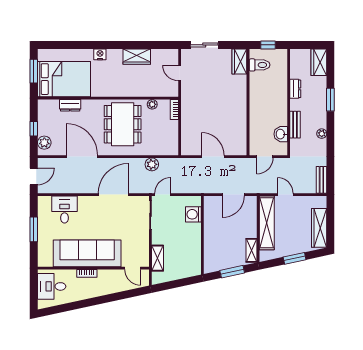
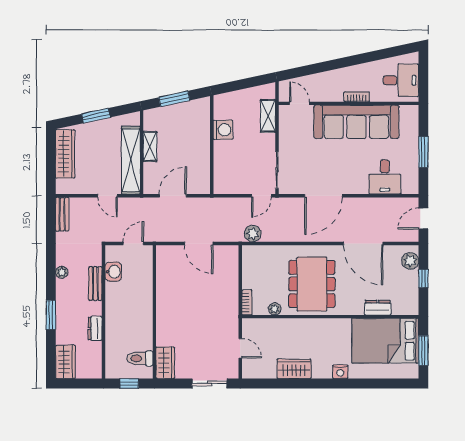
plant: (152, 164) -> (253, 234), moved
washing machine: (193, 214) -> (223, 130), moved
shelving: (251, 250) -> (150, 146), moved

